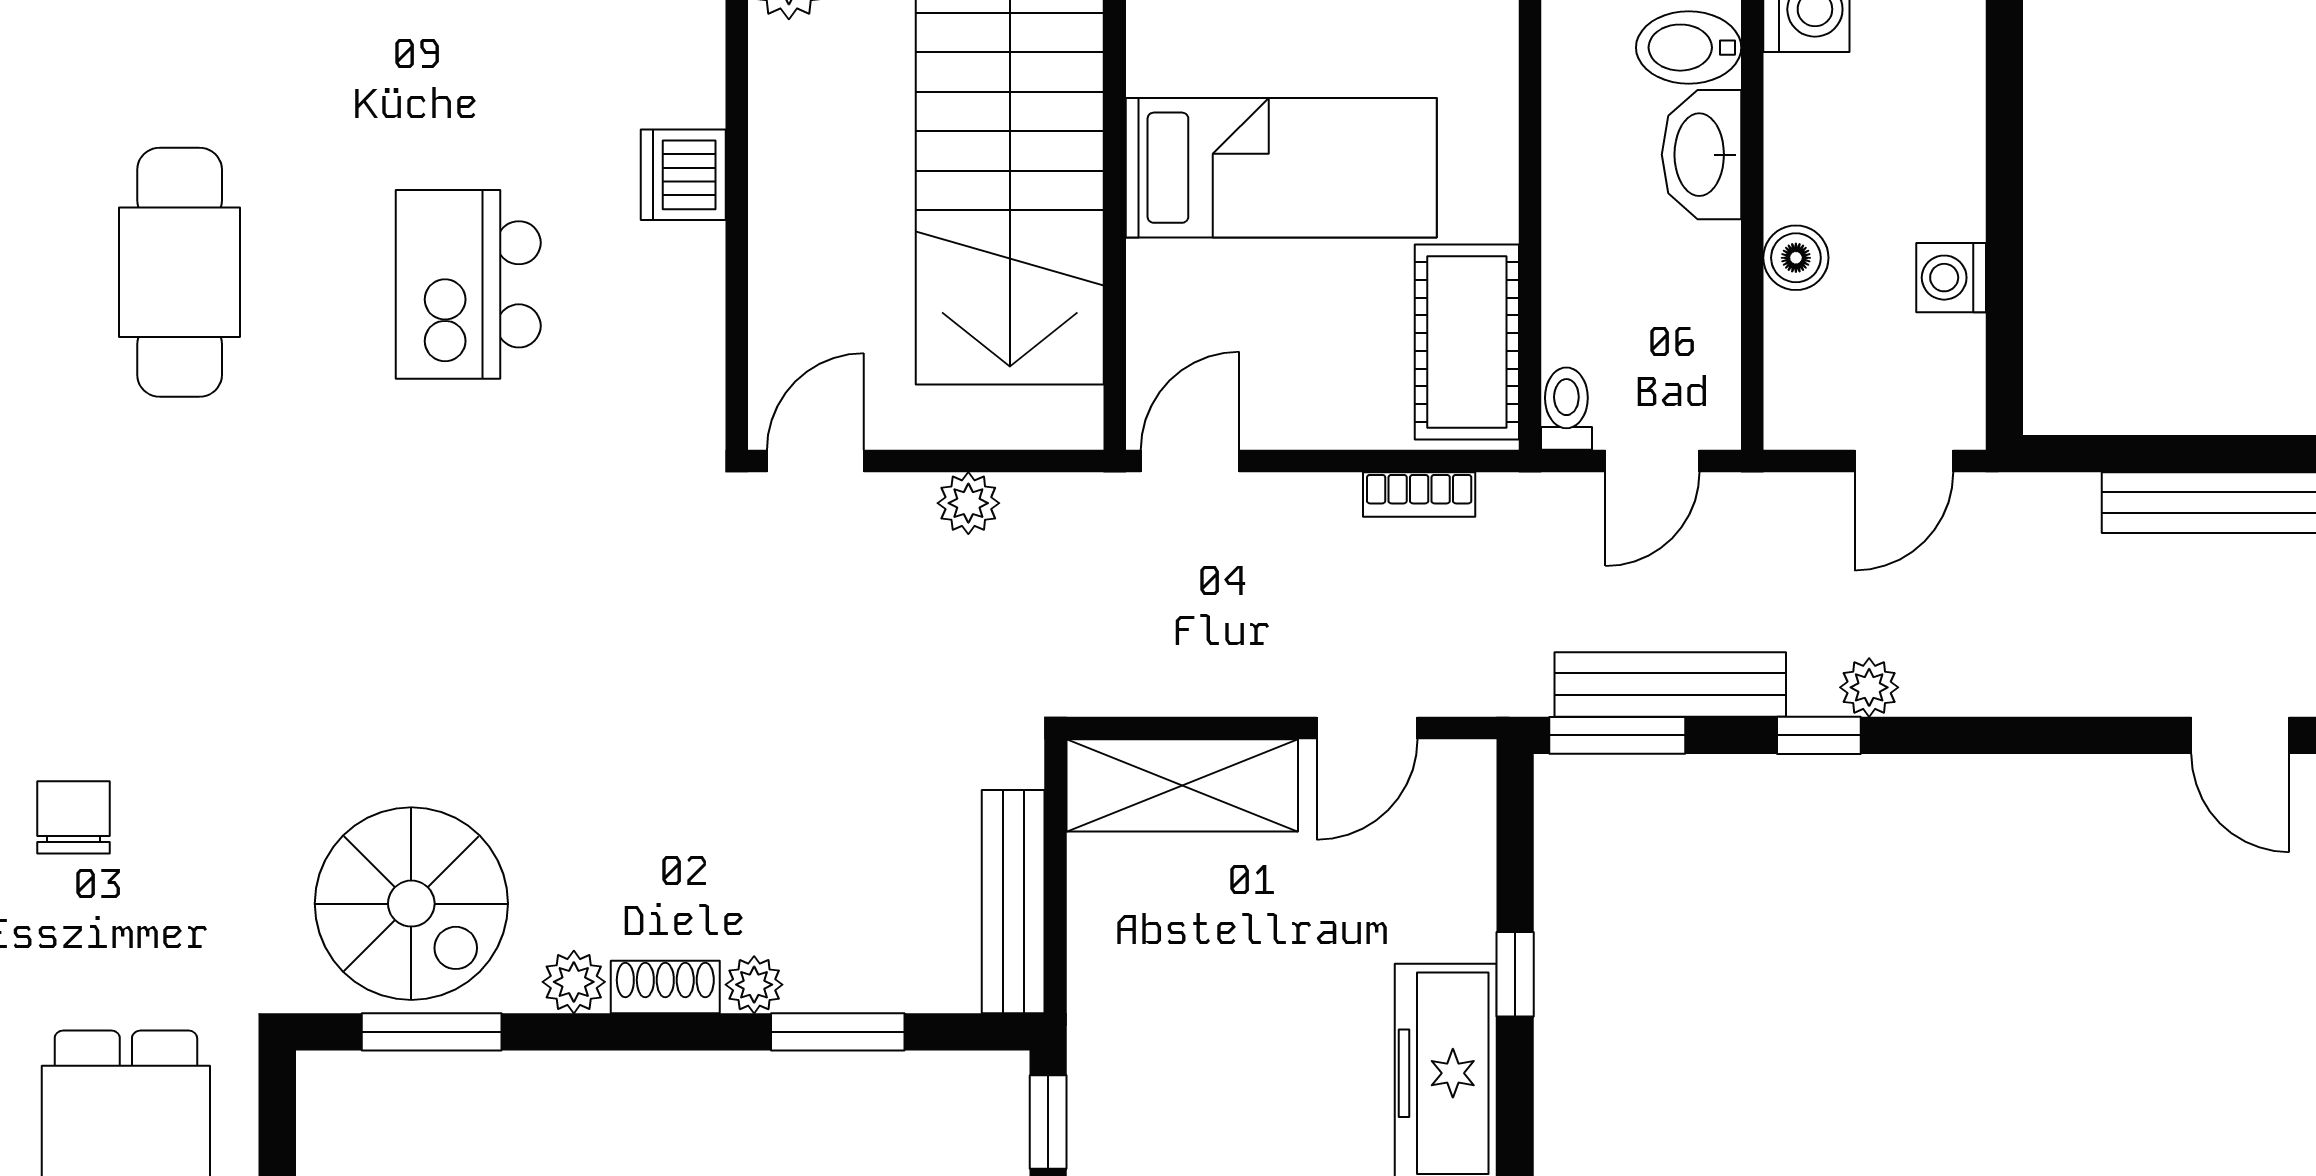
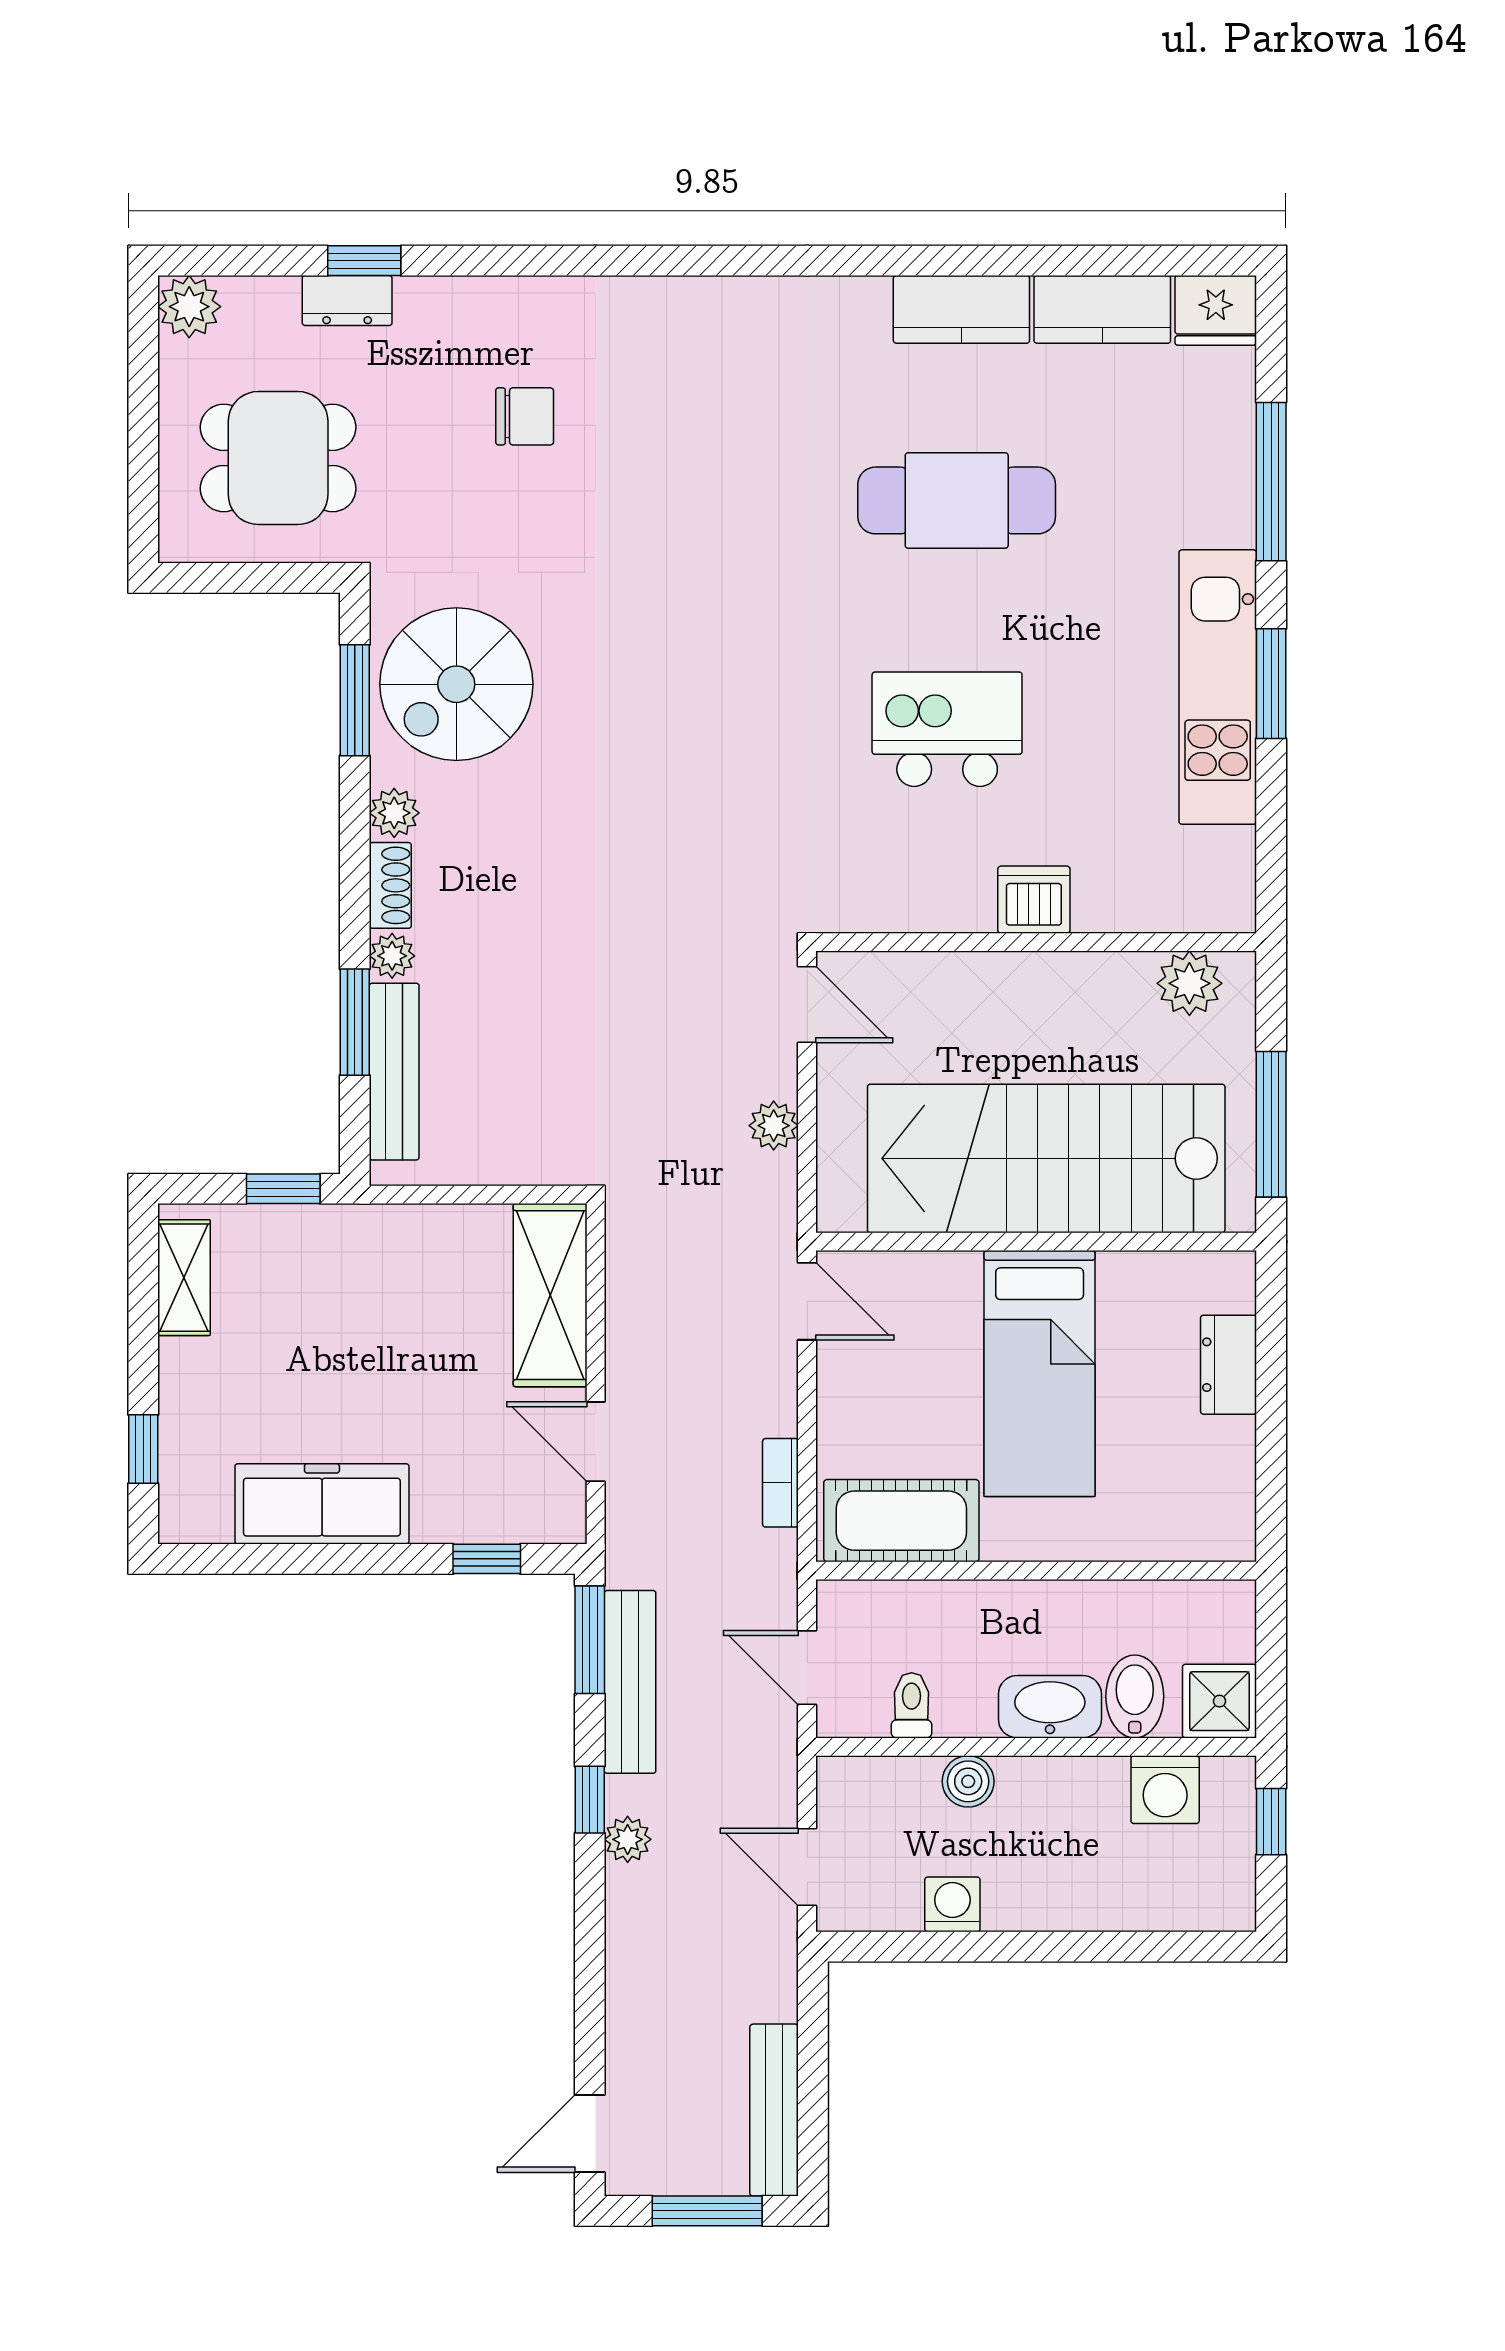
toilet: (1566, 409) -> (912, 1705), moved, turned -90
bench: (1013, 902) -> (394, 1072), moved, turned 90
window: (1515, 974) -> (487, 1559), moved

